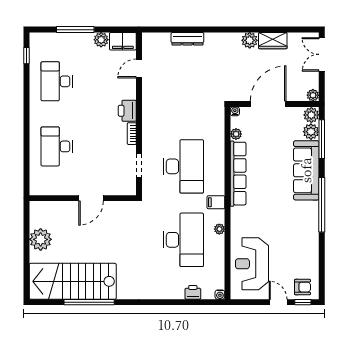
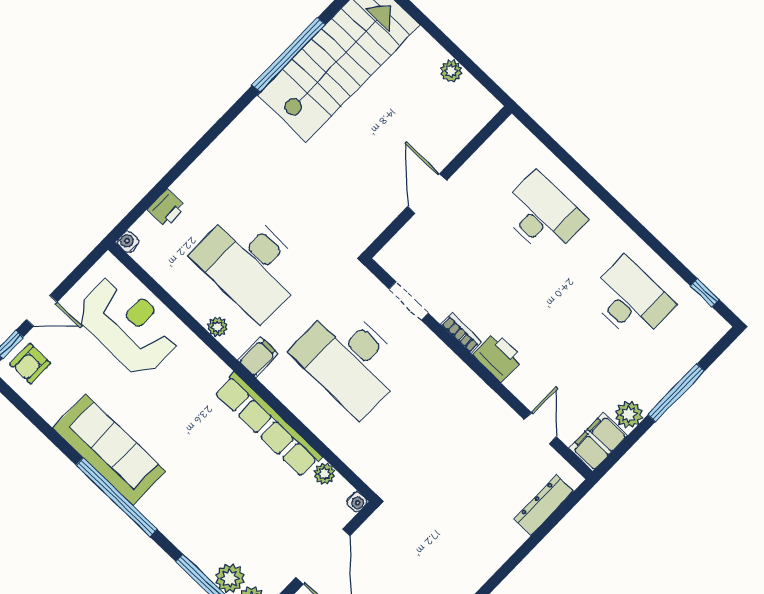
dresser: (187, 39) -> (544, 505), moved
sofa: (306, 170) -> (109, 450), moved
plant: (41, 239) -> (451, 71), width x0.53, depth x0.53

